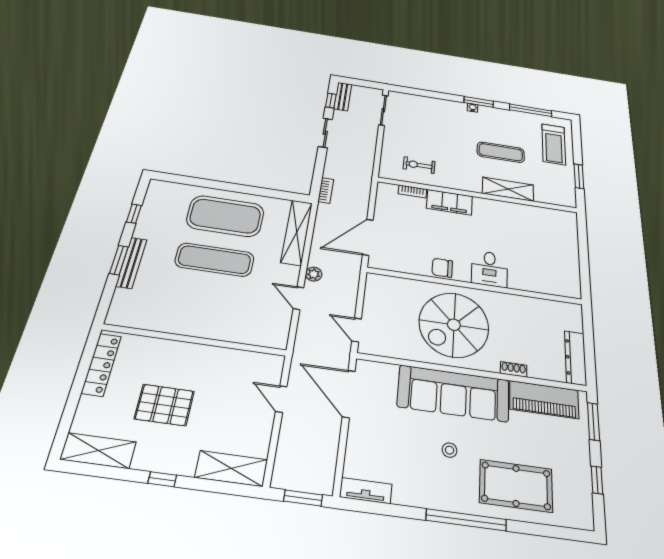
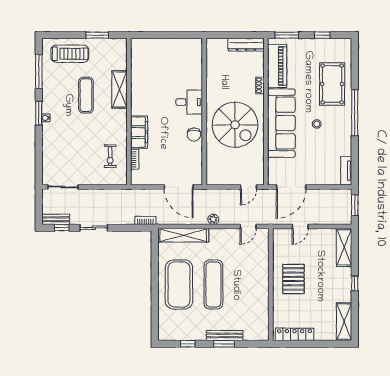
door: (299, 298) -> (248, 226), moved
pallet: (164, 405) -> (293, 279), moved

